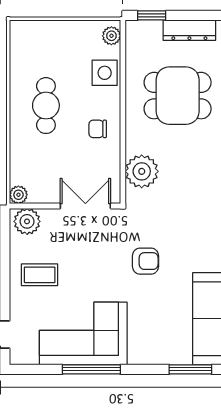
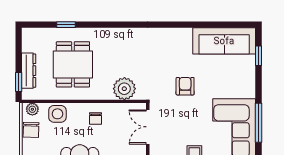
dresser: (189, 30) -> (29, 71), moved
chair: (81, 34) -> (31, 130), added
window: (190, 369) -> (258, 56), width x0.67

